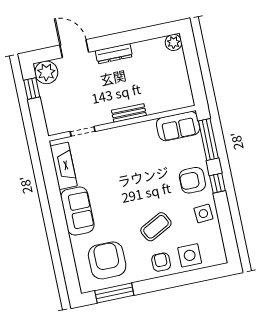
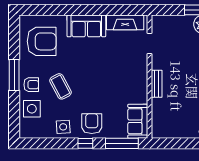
window: (114, 293) -> (14, 75), moved

